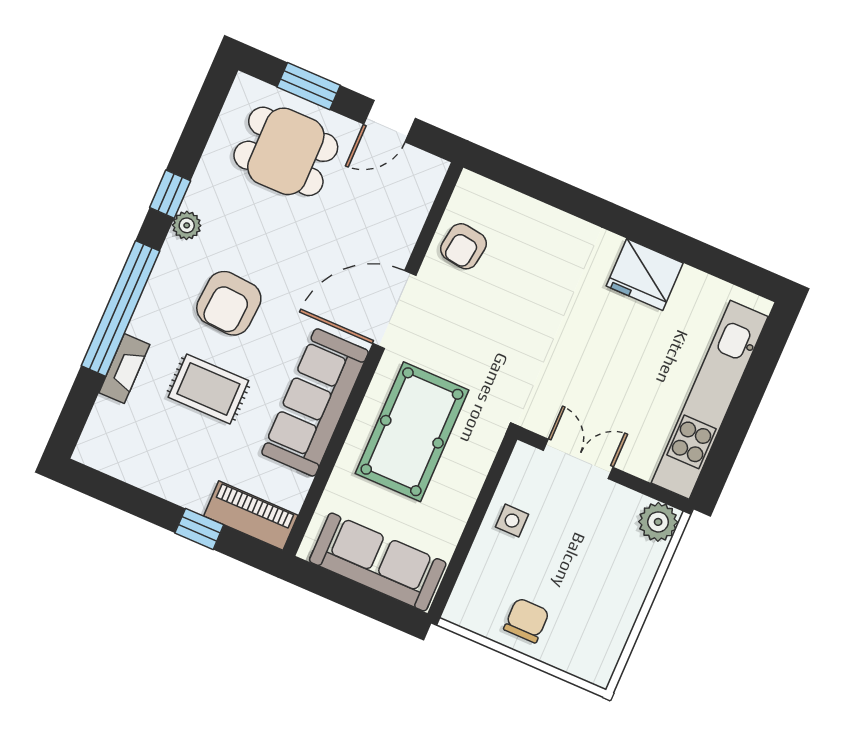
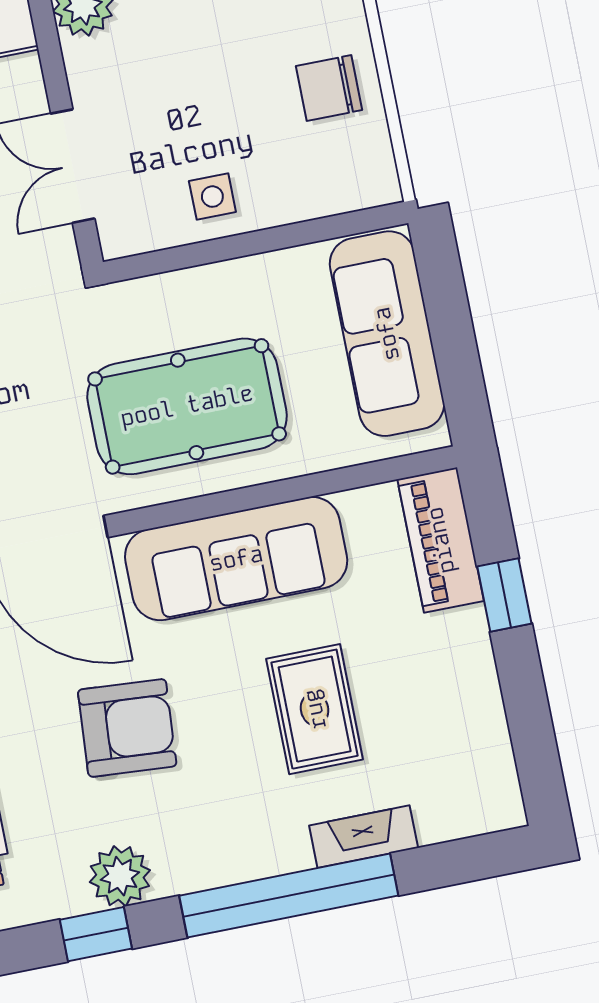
plant: (187, 225) -> (120, 876), width x1.38, depth x1.38
armchair: (229, 303) -> (127, 728), moved

